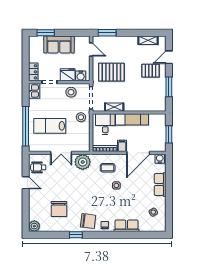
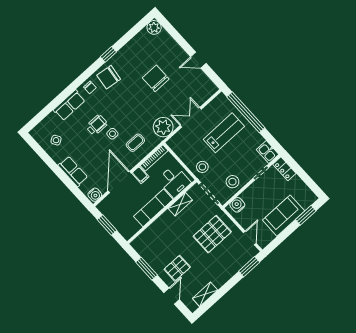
door: (91, 49) -> (250, 238), swing flipped
fridge: (68, 75) -> (250, 195), removed
wheelchair: (38, 167) -> (97, 125), moved
chair: (59, 209) -> (156, 78), moved

